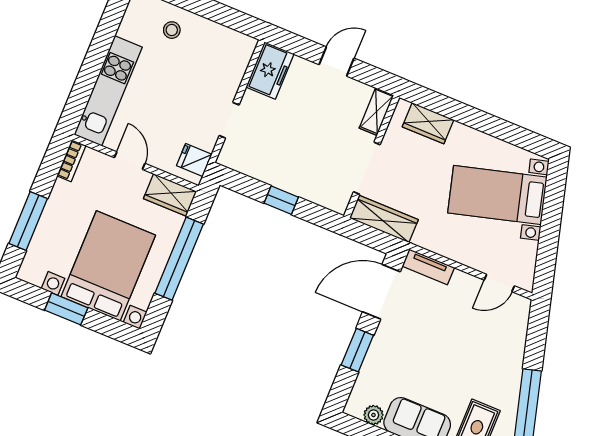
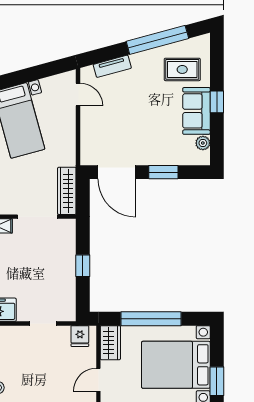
tv unit: (428, 267) -> (112, 66), moved, turned 75

